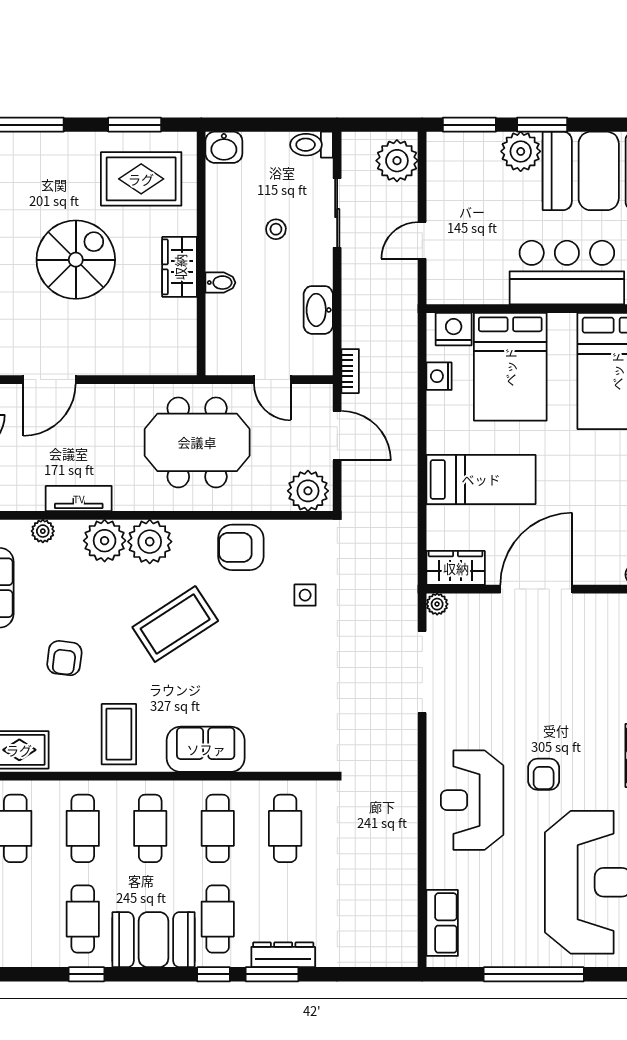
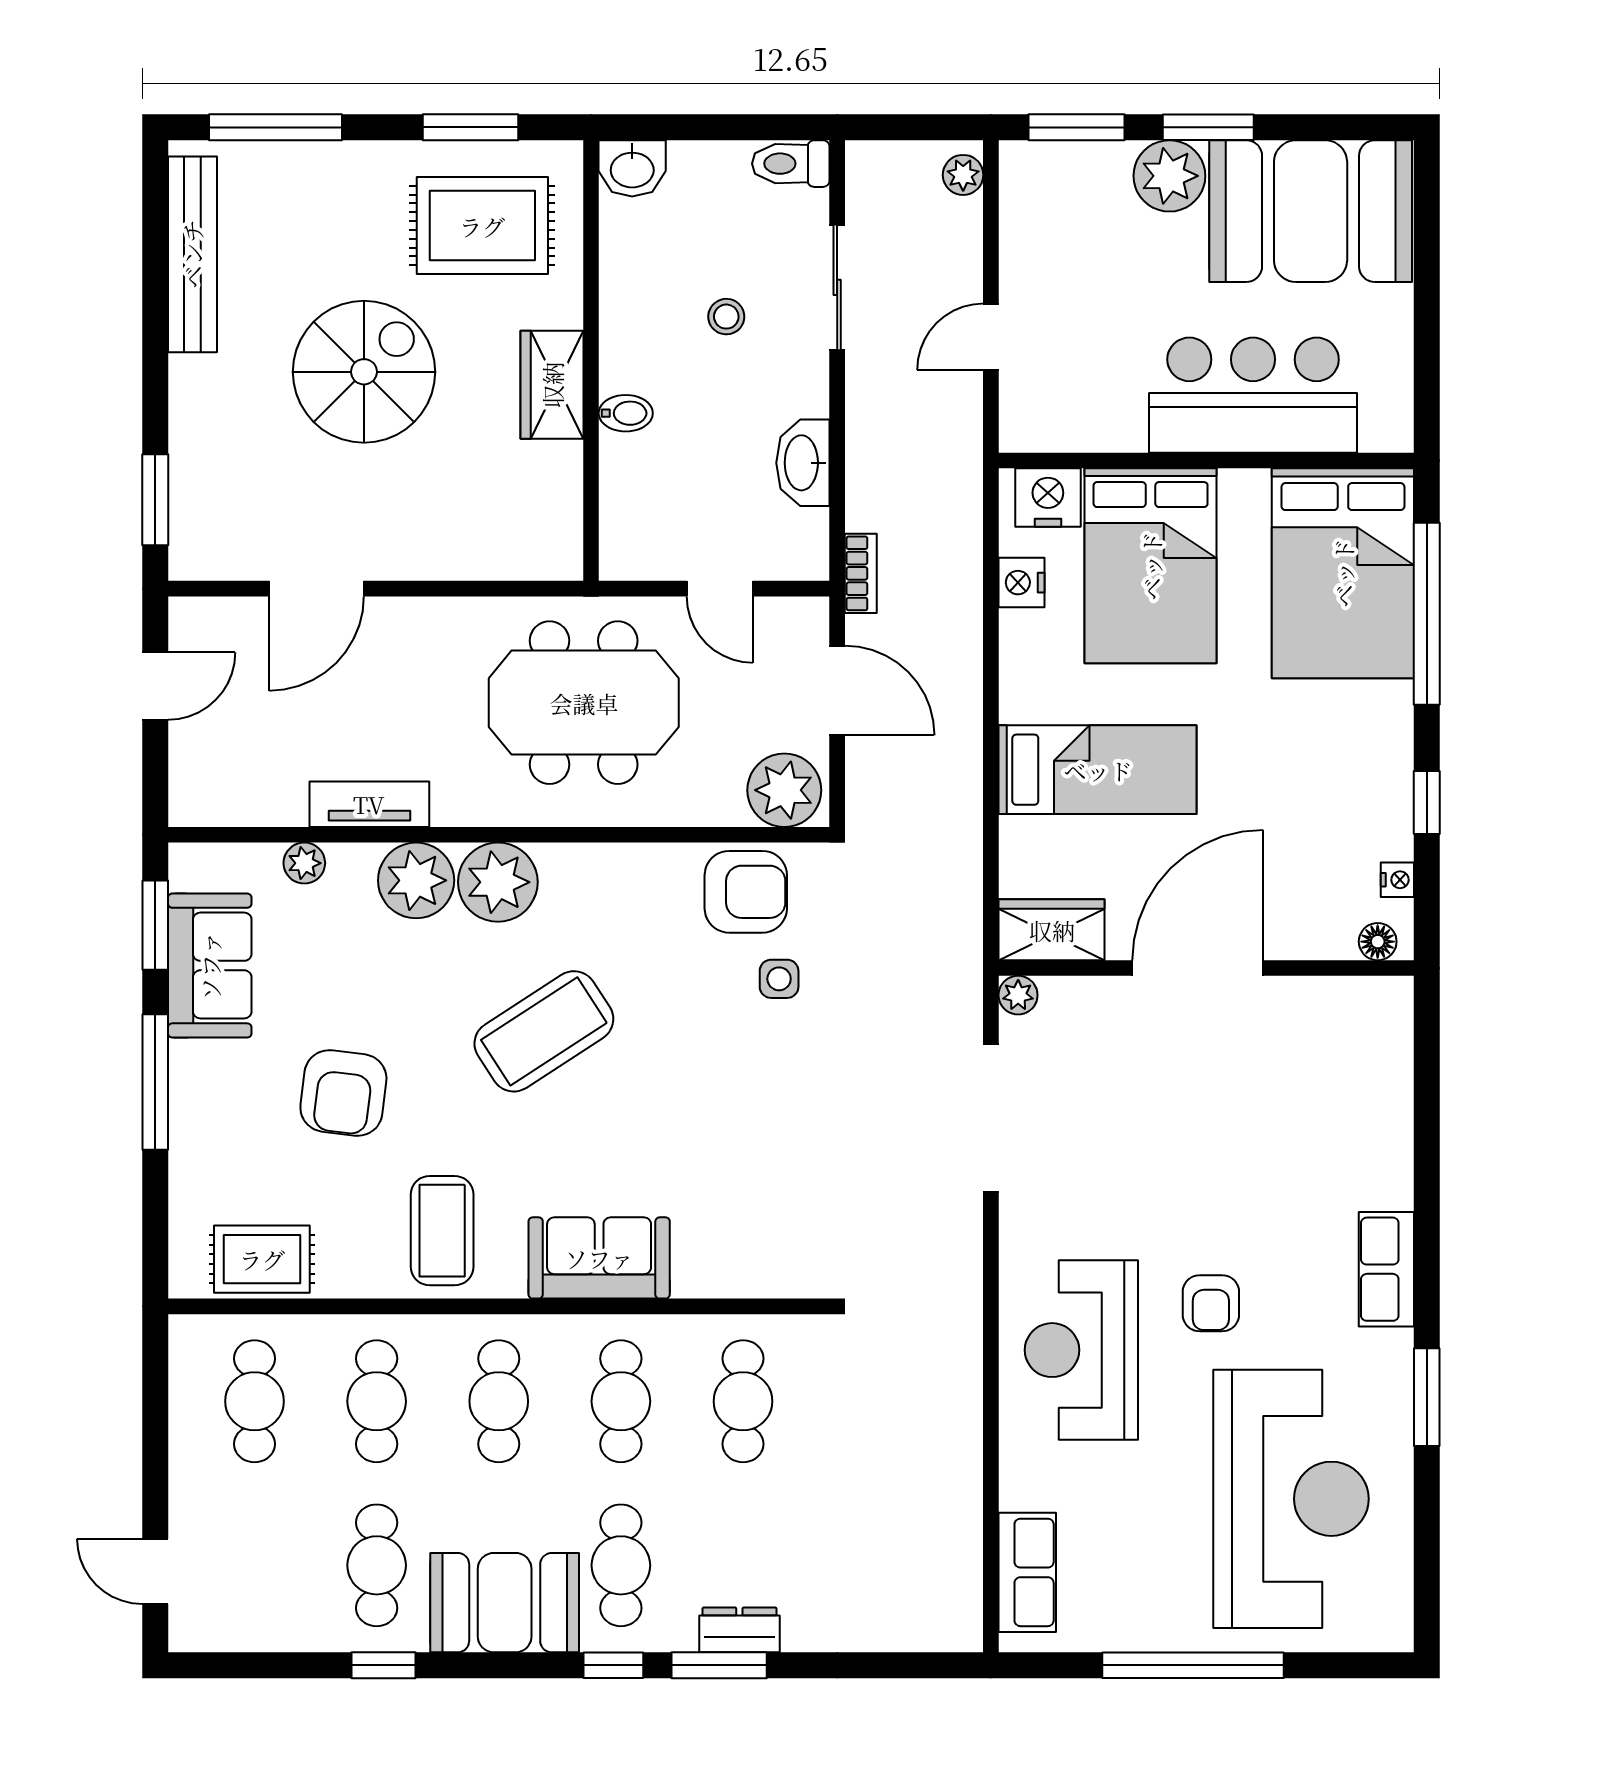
plant: (397, 161) -> (963, 175), width x0.53, depth x0.53
armchair: (241, 547) -> (746, 892), moved, turned 180
armchair: (64, 658) -> (343, 1093), width x1.38, depth x1.38
dresser: (283, 955) -> (739, 1630), width x0.70

